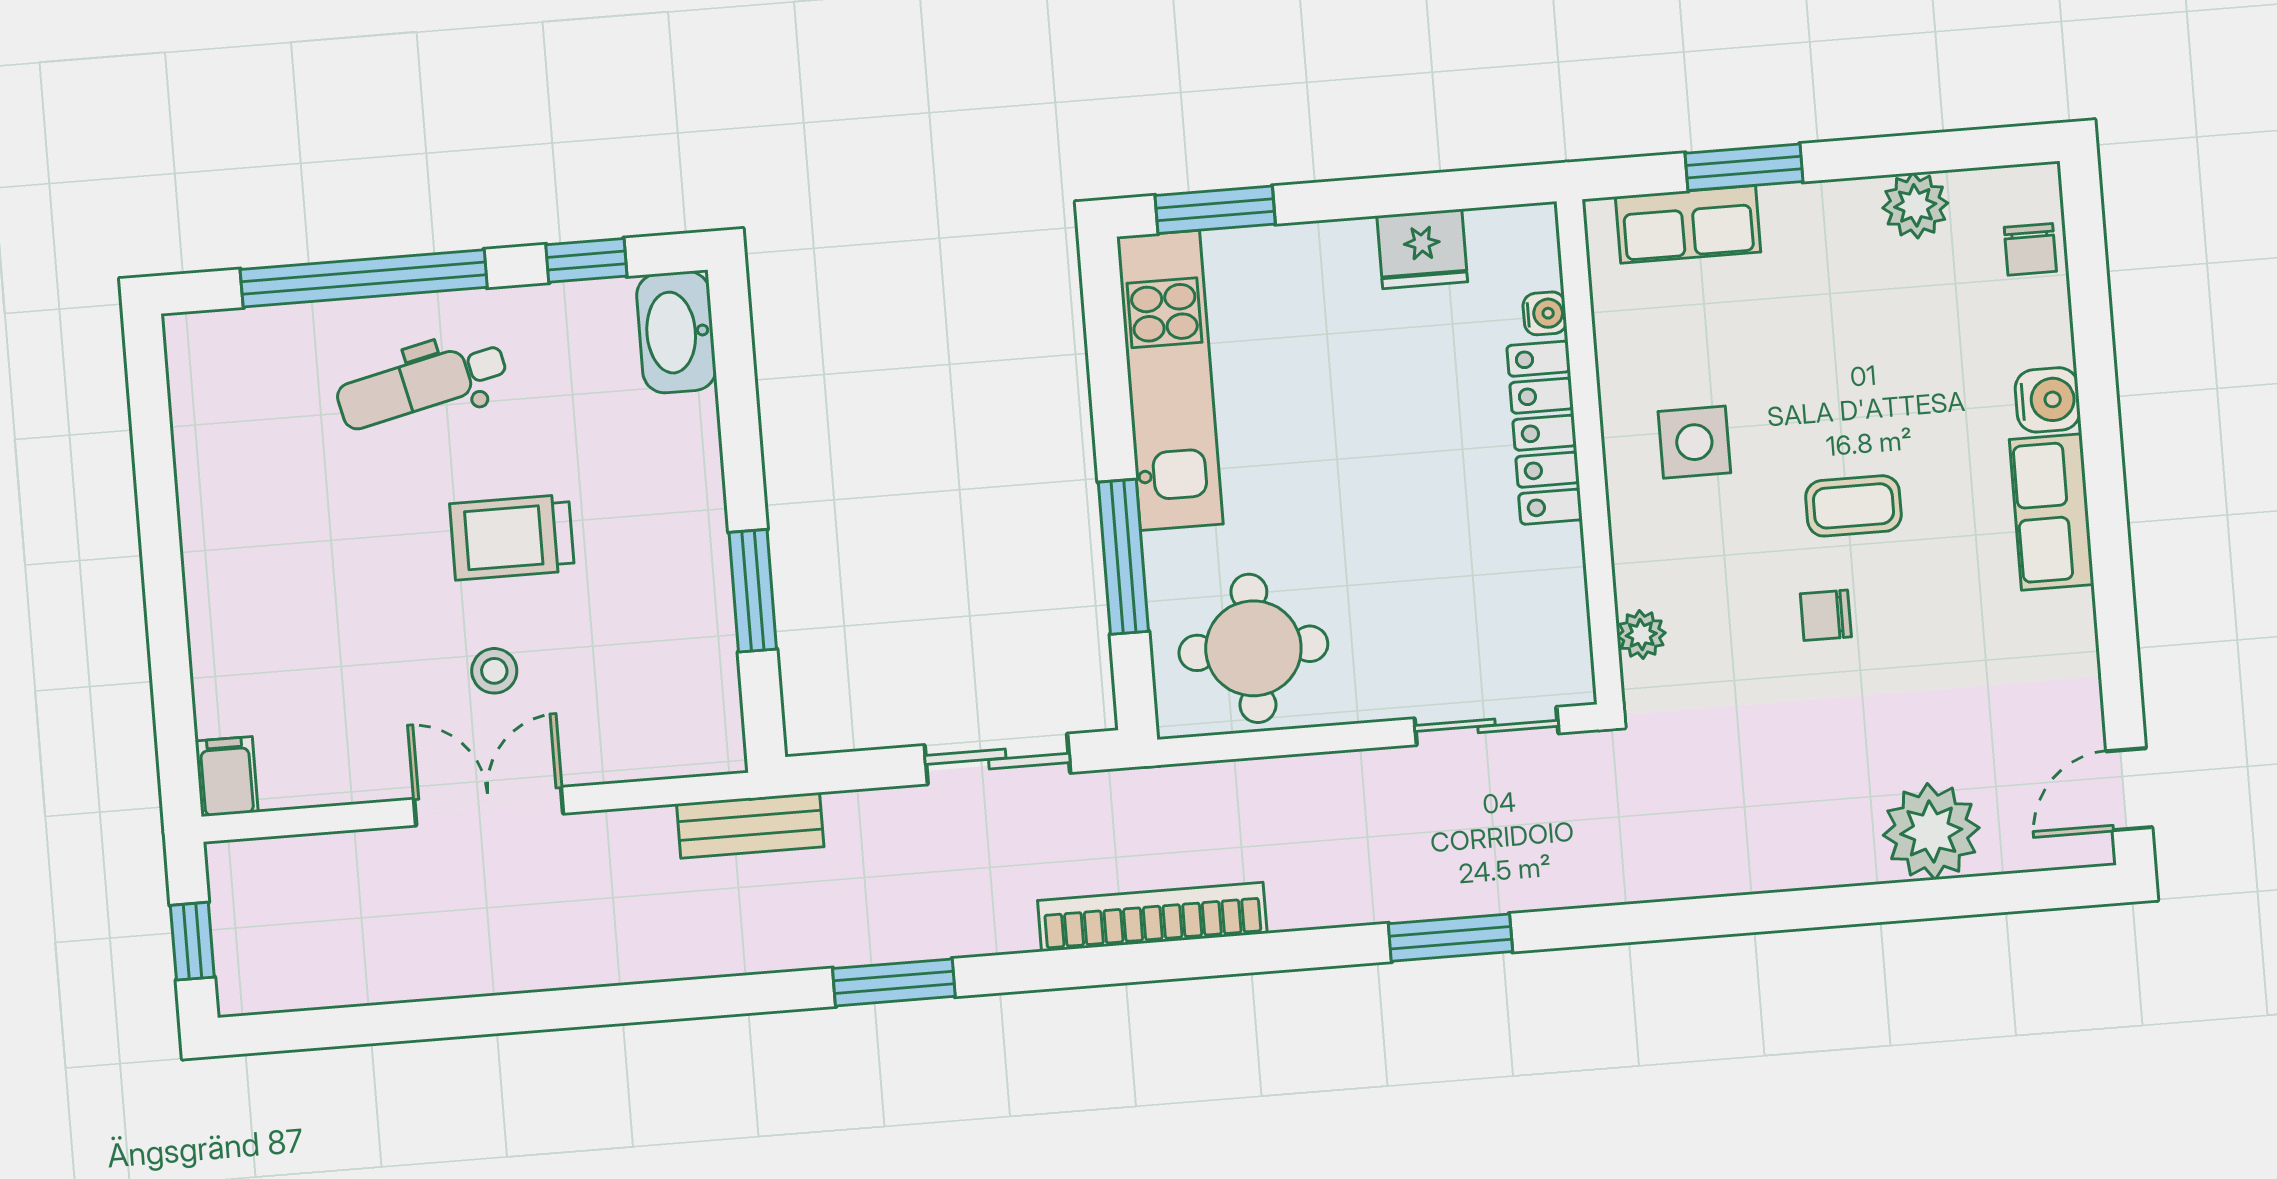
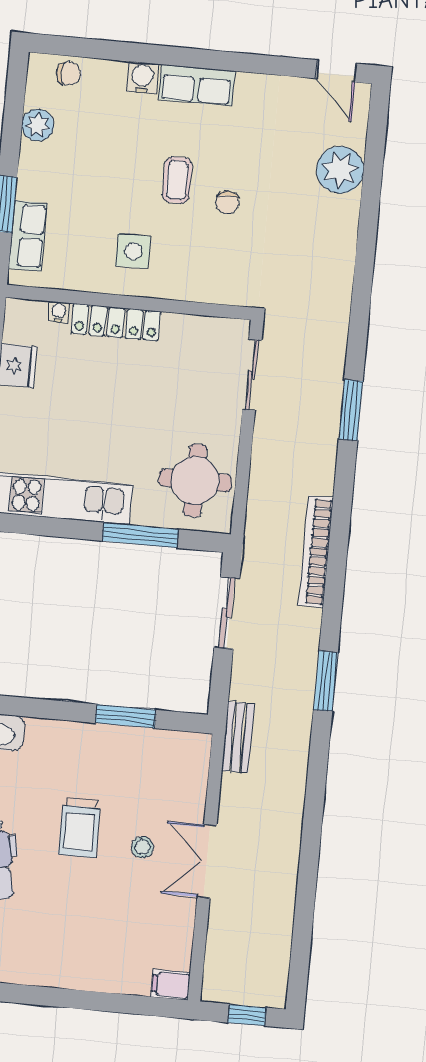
plant: (1641, 635) -> (221, 293), removed

